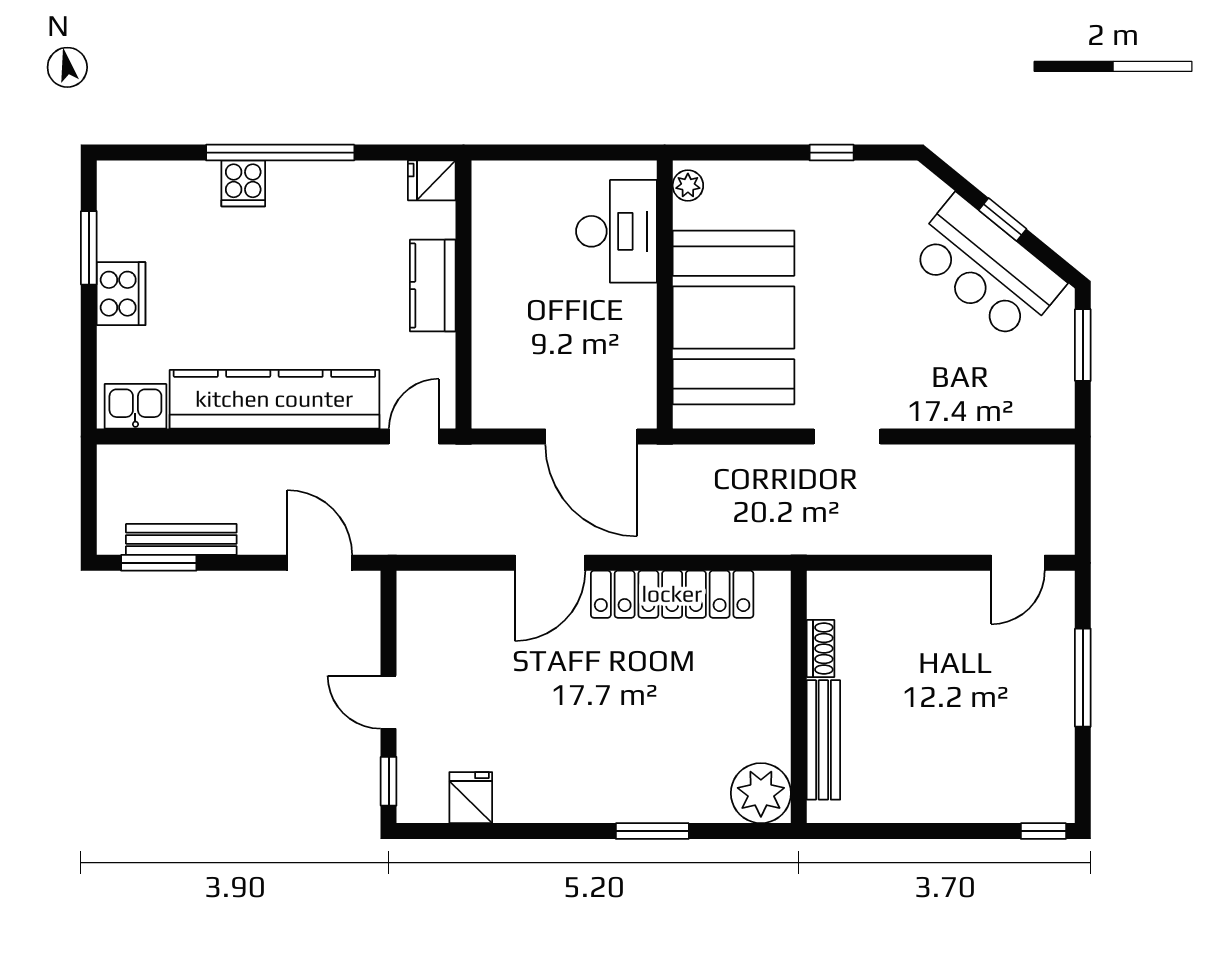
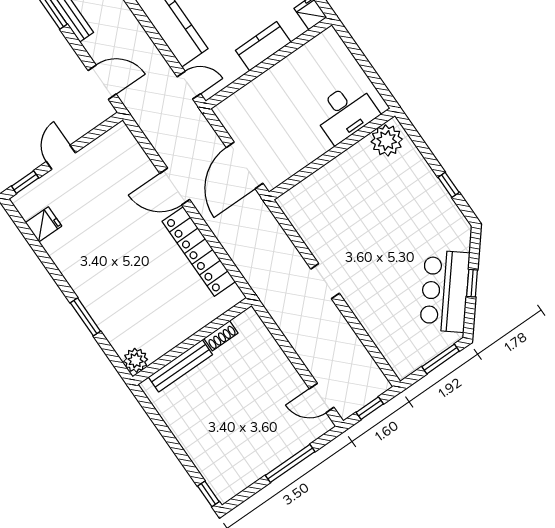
plant: (688, 185) -> (387, 140), width x1.88, depth x1.88
booth: (733, 317) -> (343, 192), removed
window: (1083, 502) -> (370, 408), added
door: (320, 563) -> (102, 82), hinge flipped
plant: (761, 793) -> (136, 360), width x0.73, depth x0.73

